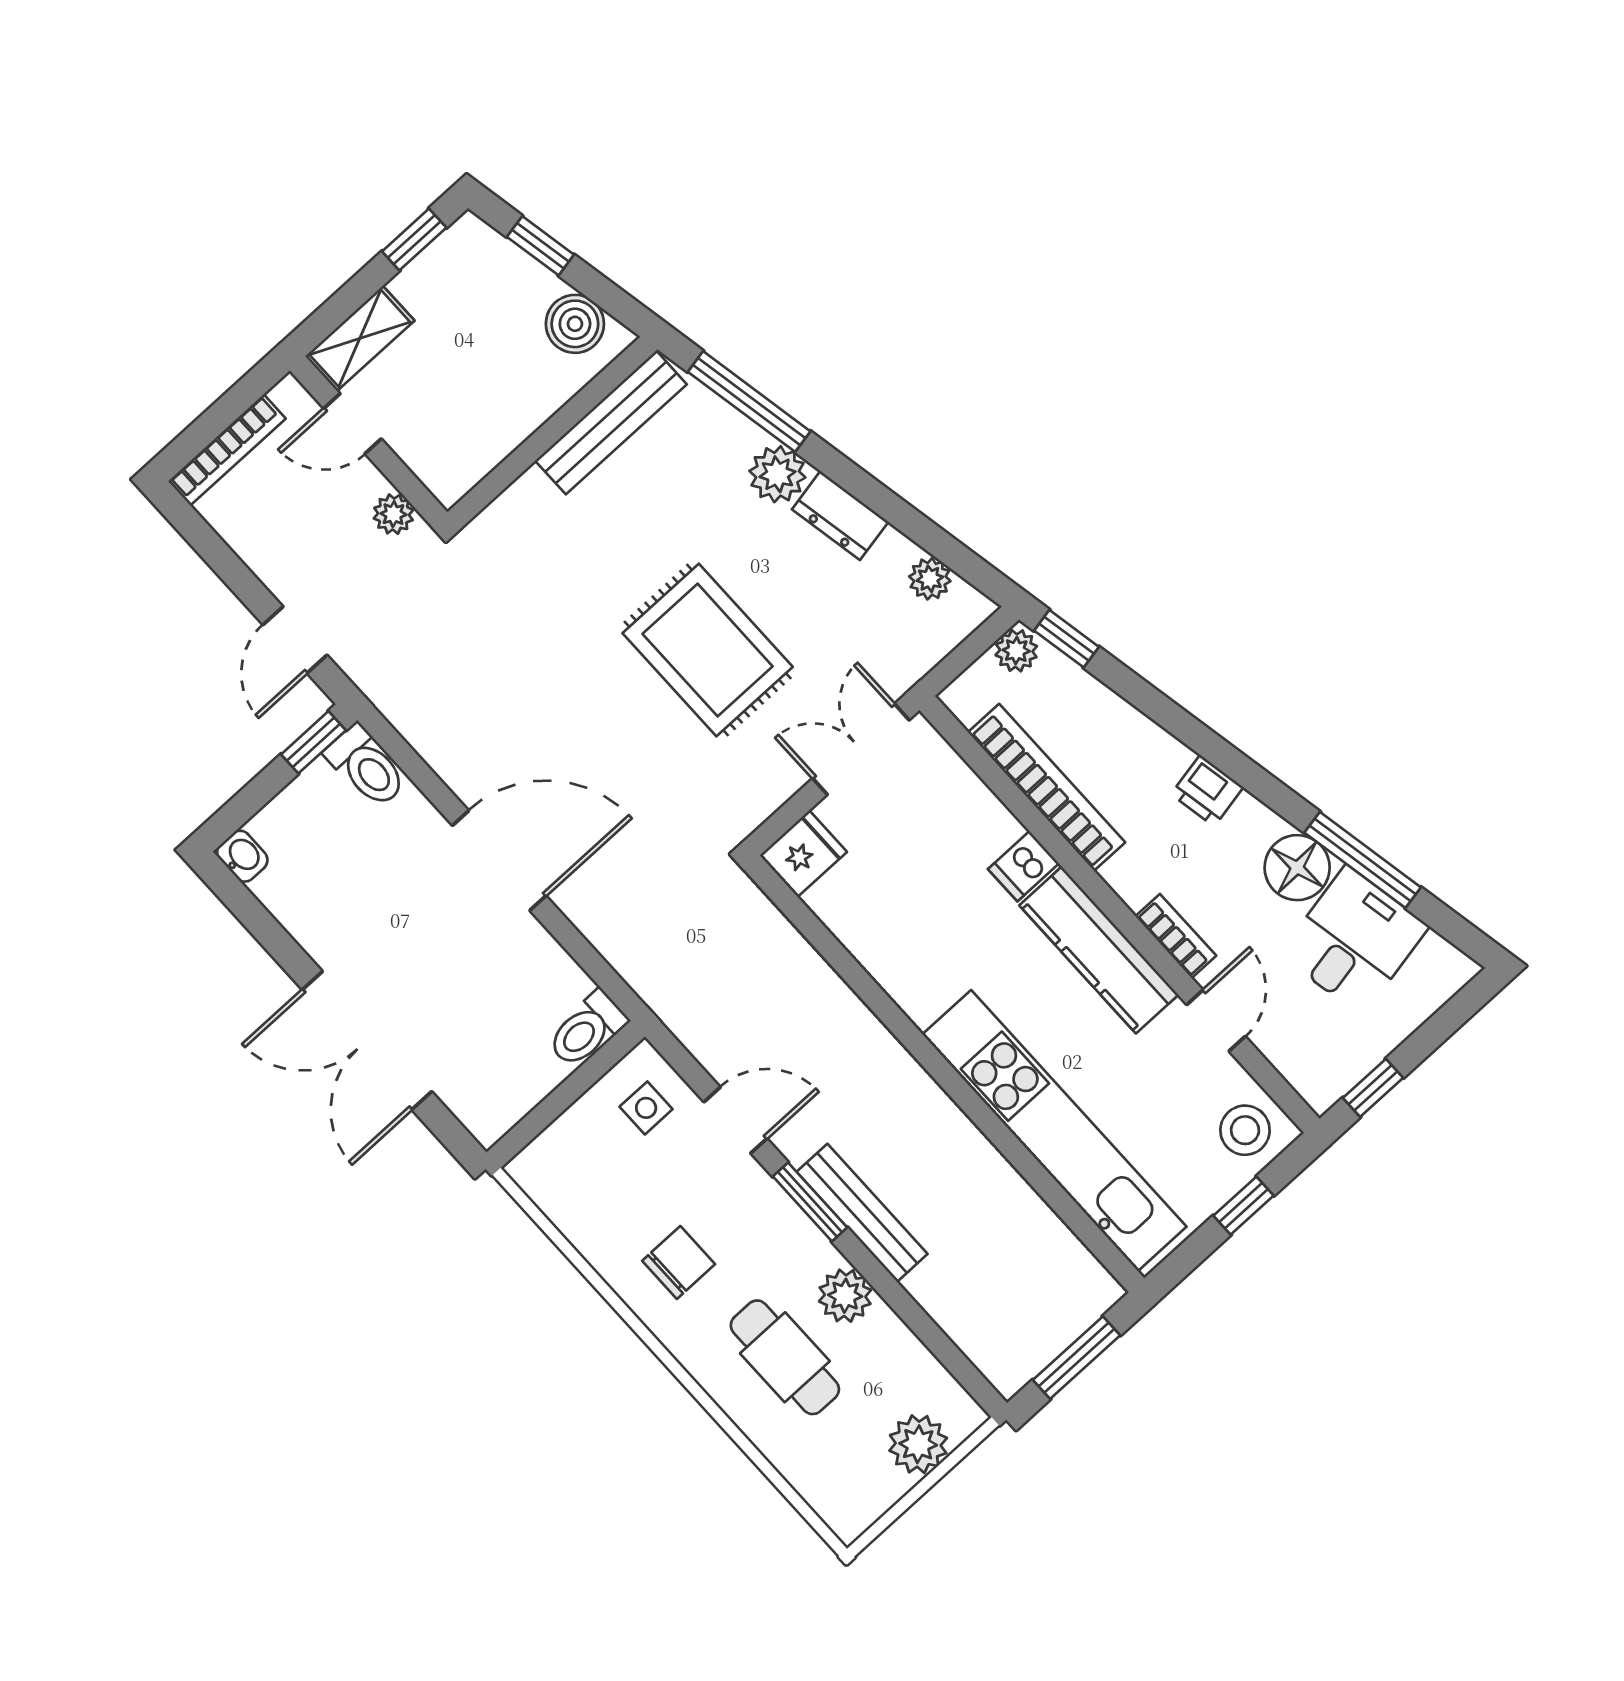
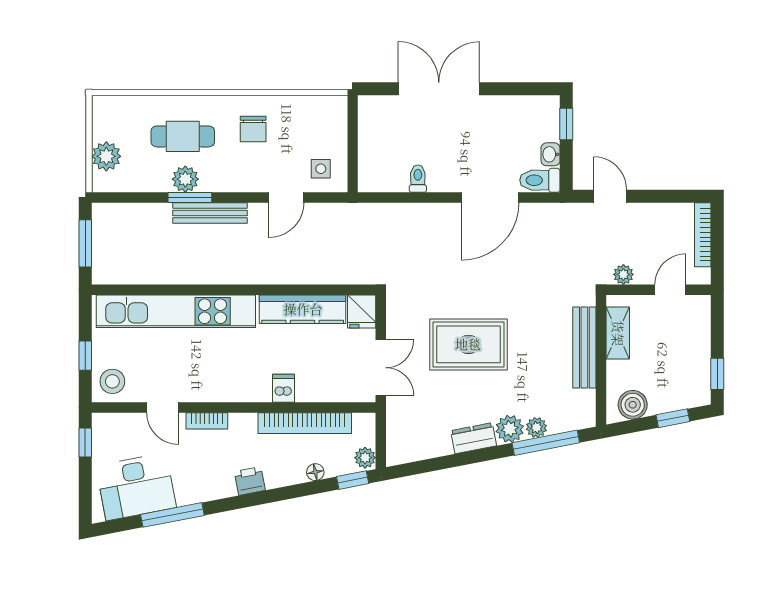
shelving: (360, 338) -> (618, 333), moved
bench: (611, 422) -> (584, 347), moved
plant: (930, 579) -> (536, 427), moved
window: (313, 742) -> (566, 124), moved
washbasin: (242, 856) -> (551, 154), moved, turned 90
door: (499, 861) -> (490, 198), moved
floor lamp: (1297, 868) -> (315, 472), moved, width x0.53, depth x0.53
desk: (1354, 940) -> (136, 487), width x1.37
kitchen counter: (1099, 950) -> (303, 309), moved, turned 180
toilet: (587, 1029) -> (418, 179), moved, width x0.73, depth x0.72
window: (810, 1202) -> (190, 198), moved

